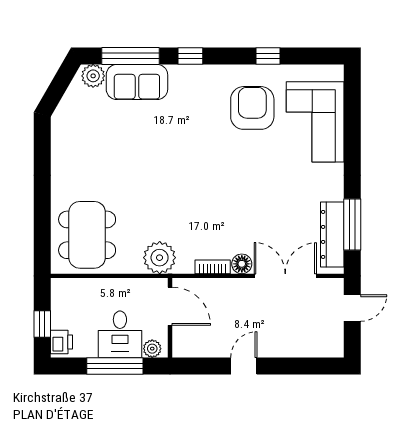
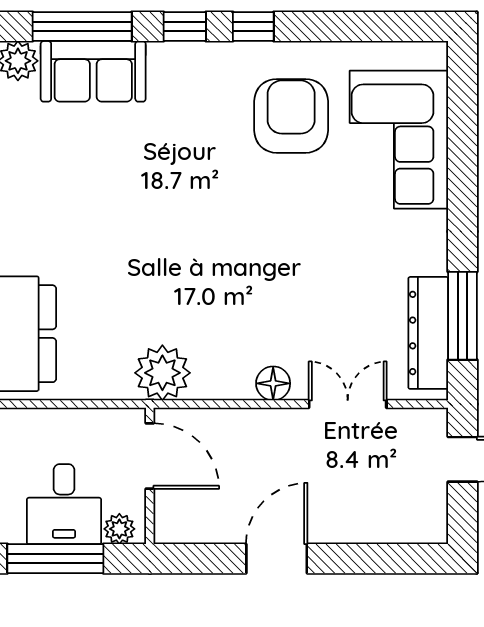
window: (268, 56) -> (253, 27), moved
plant: (160, 258) -> (162, 373), moved
bookcase: (213, 267) -> (223, 388), removed
double door: (285, 276) -> (348, 404), width x0.73
door: (244, 366) -> (277, 559), width x1.38

